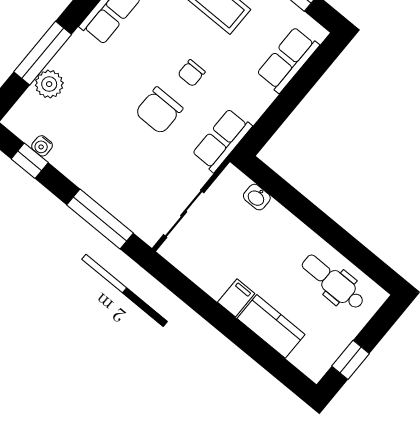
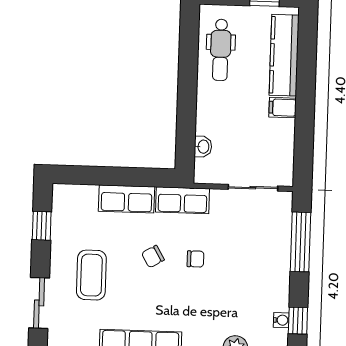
row of seats: (288, 60) -> (127, 199), moved
chair: (191, 73) -> (153, 257), turned 150
chair: (159, 111) -> (195, 259), width x0.54, depth x0.54
kitchen counter: (271, 326) -> (284, 55), width x1.50

